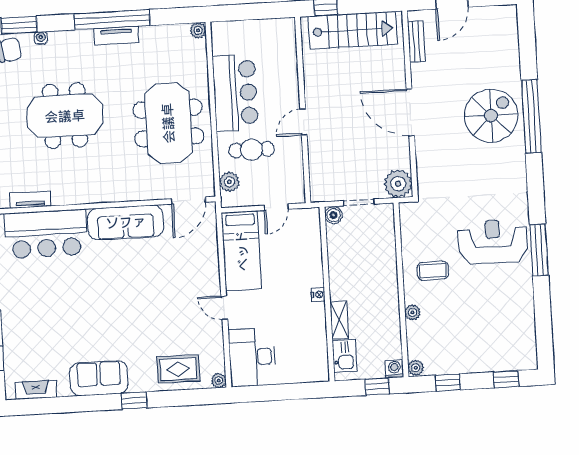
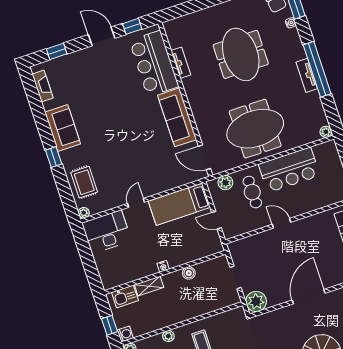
tv unit: (30, 199) -> (181, 63), moved
boiler: (333, 215) -> (189, 273), moved

